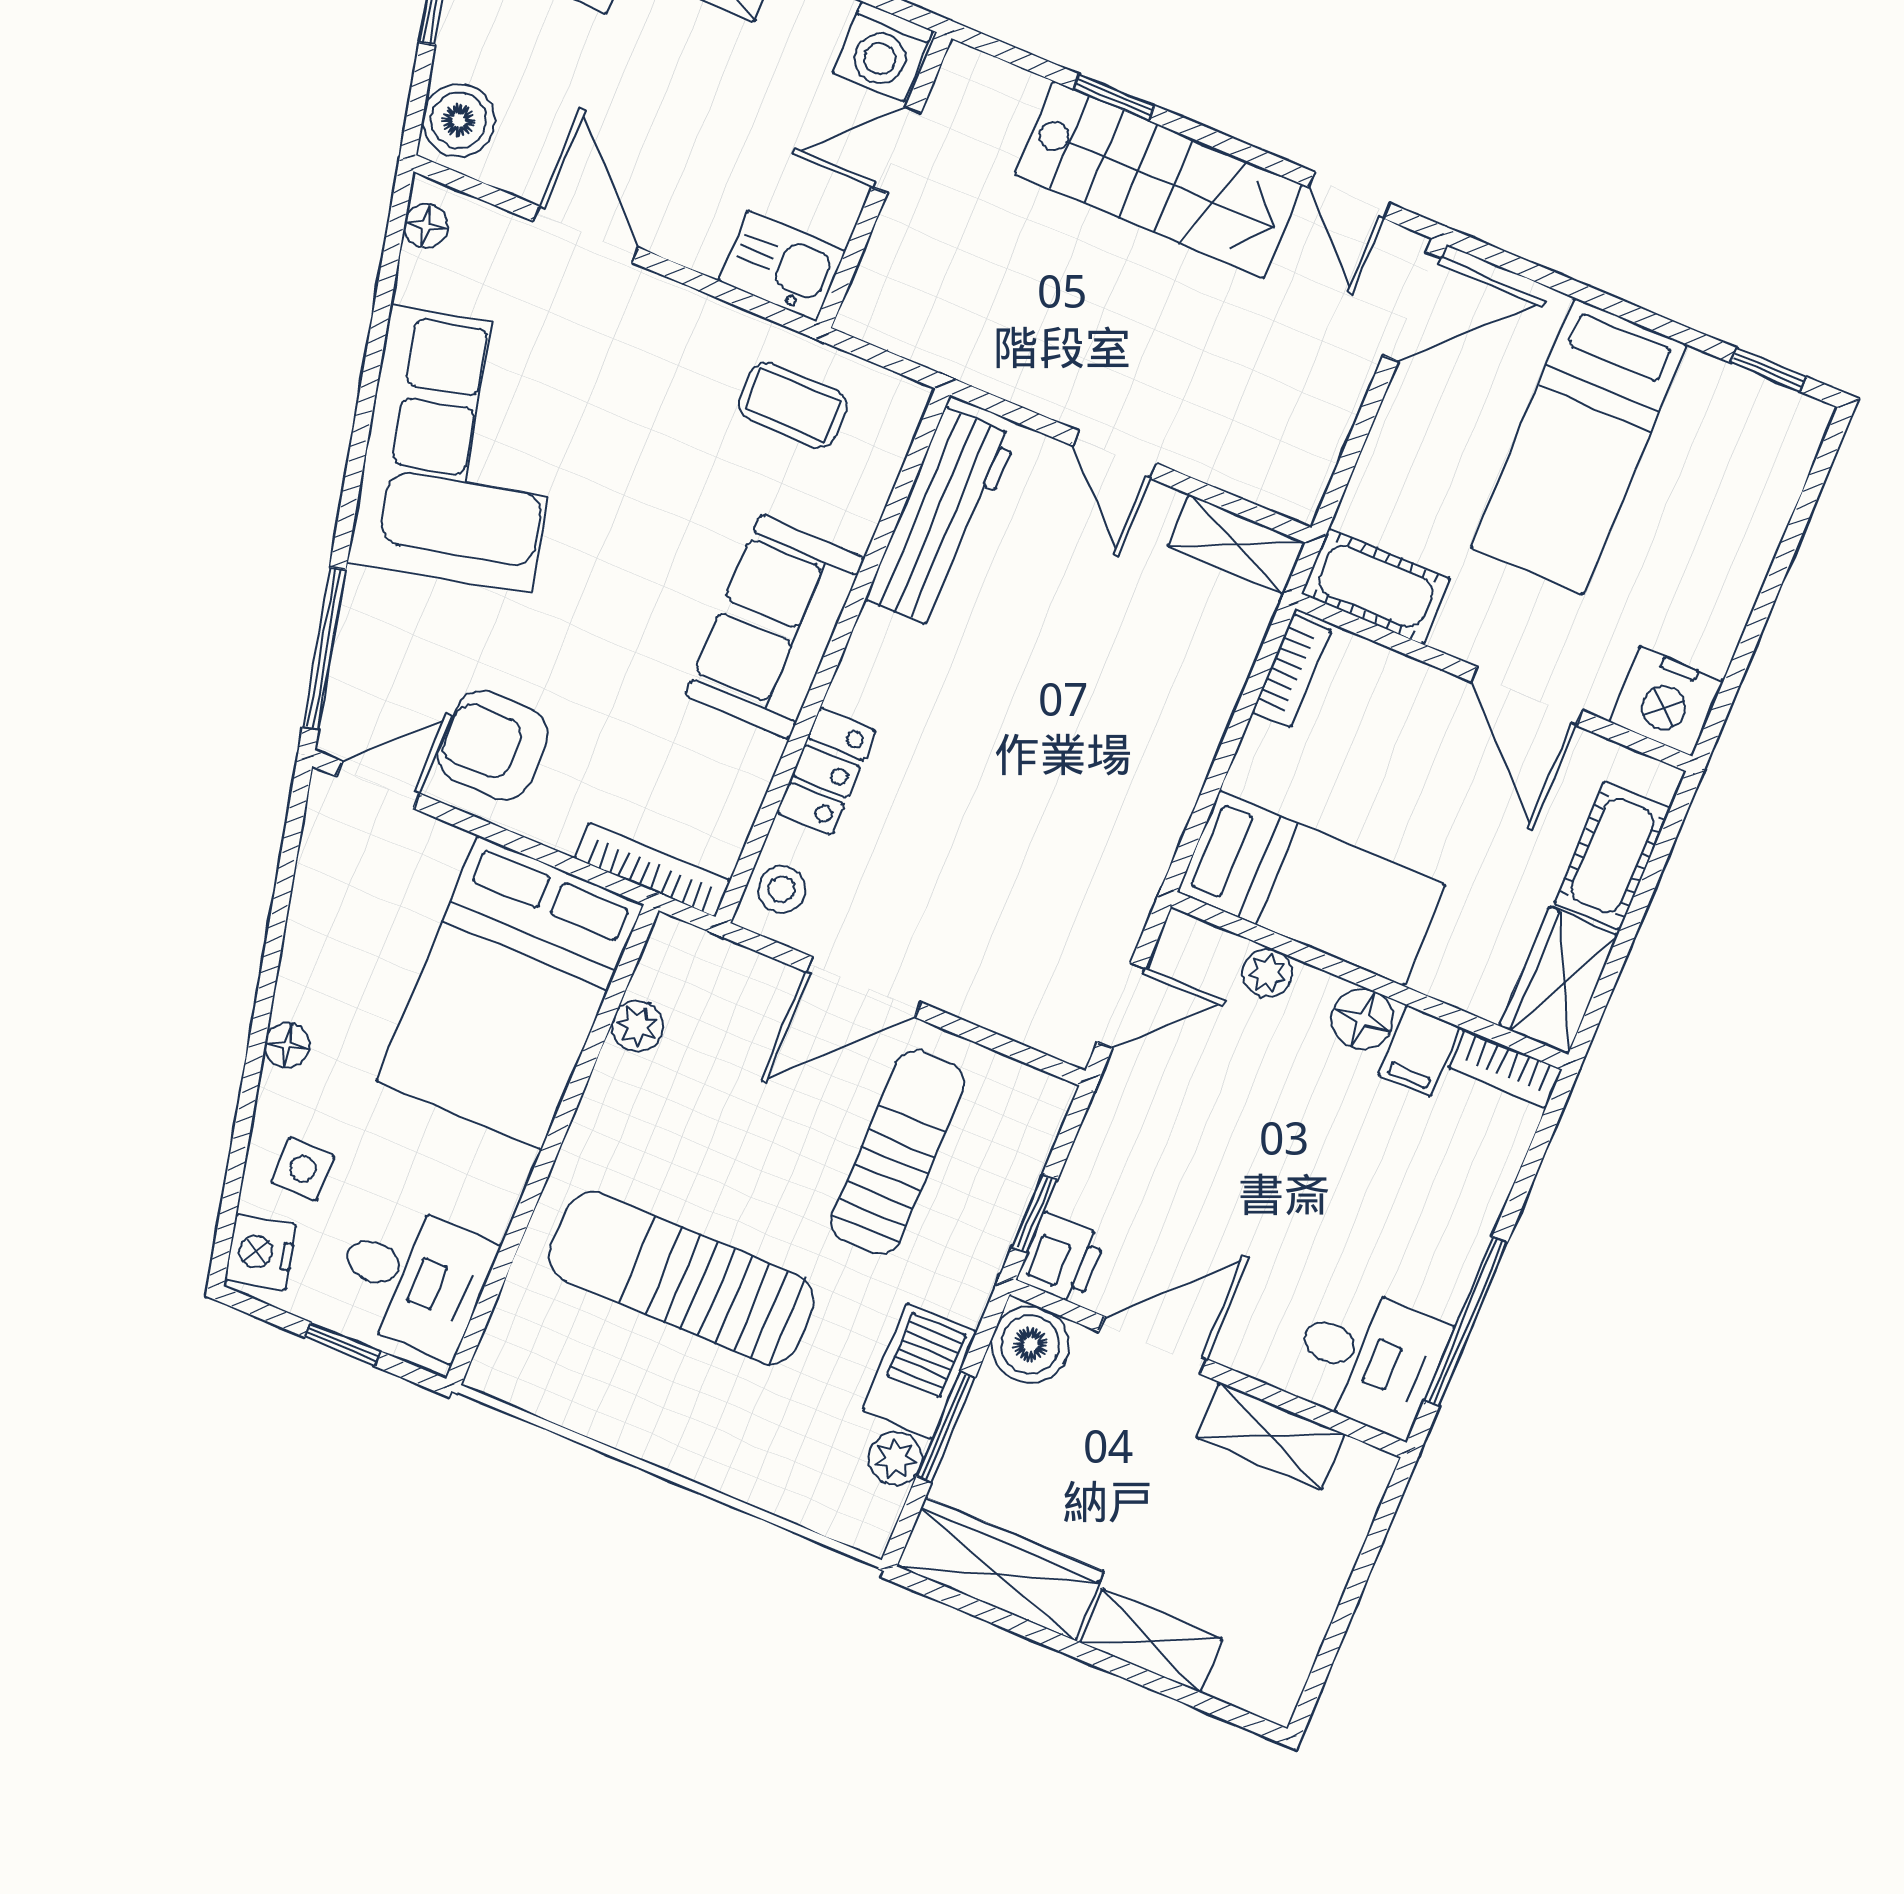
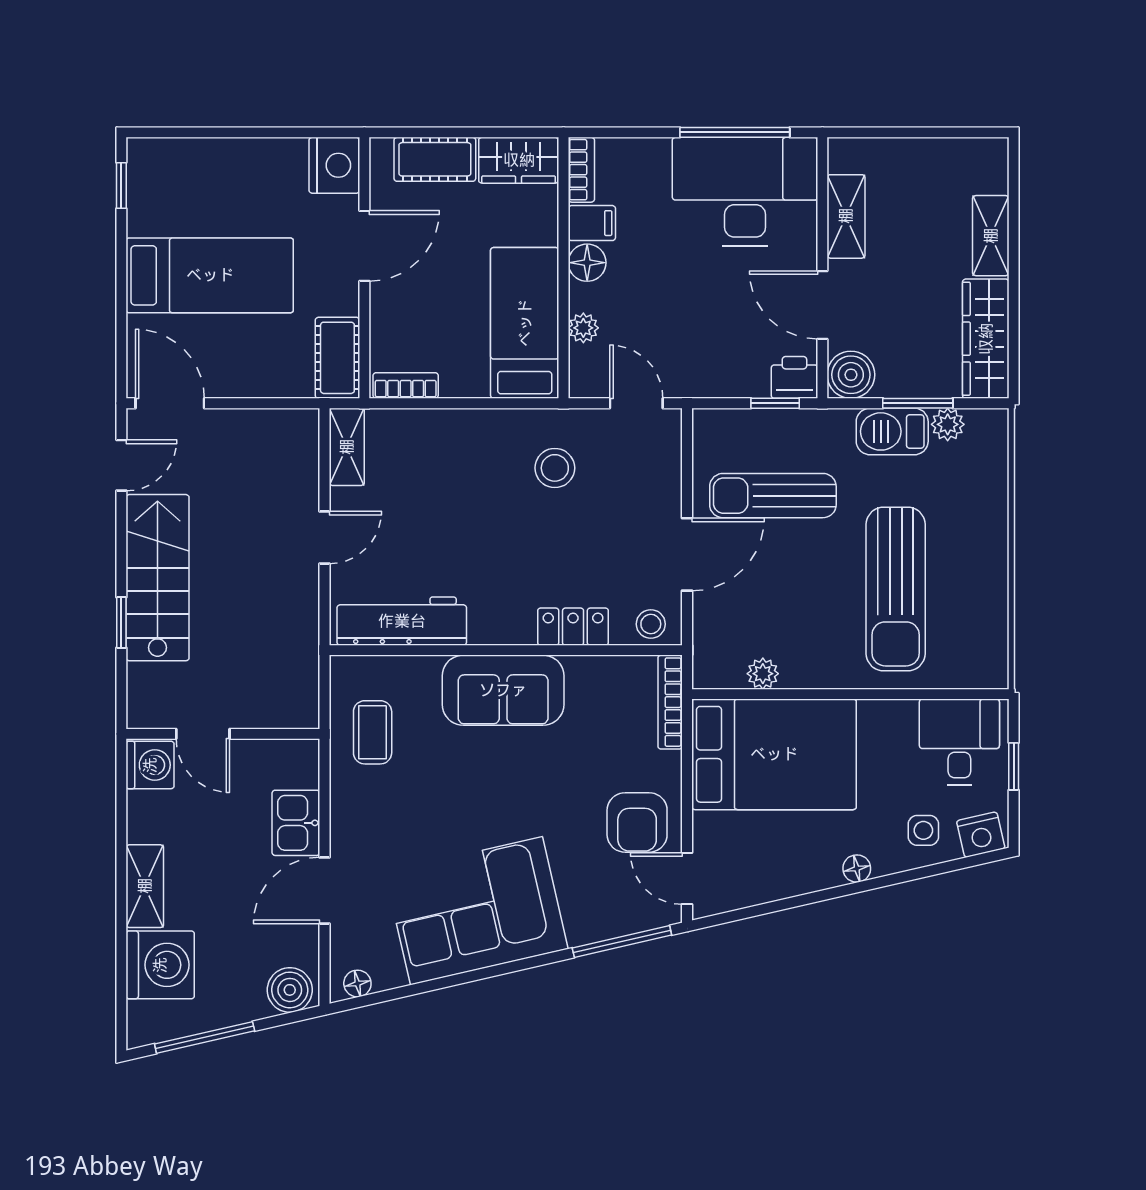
kitchen sink: (782, 266) -> (296, 823), moved
stool: (1075, 843) -> (555, 468), added
door: (863, 987) -> (687, 554), hinge flipped
desk: (1368, 1359) -> (745, 192), width x1.87, depth x1.30

